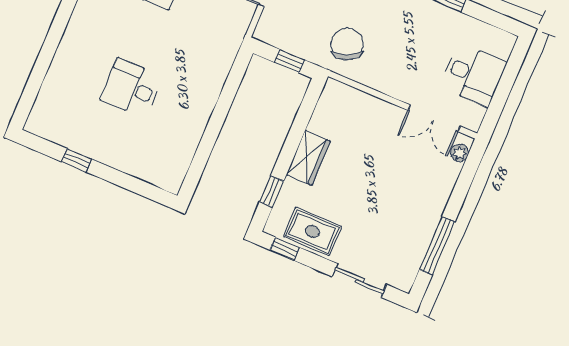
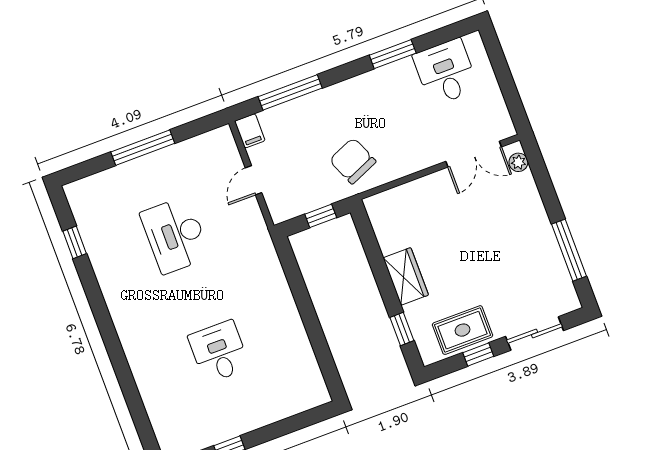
desk: (473, 75) -> (446, 72), moved, turned -90
desk: (131, 88) -> (219, 352), turned 90
window: (285, 249) -> (478, 355), moved

